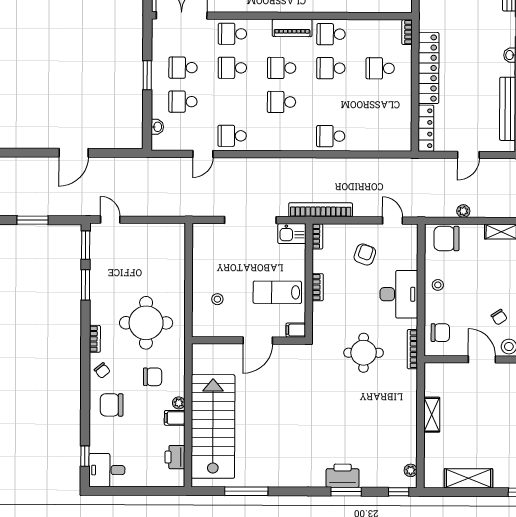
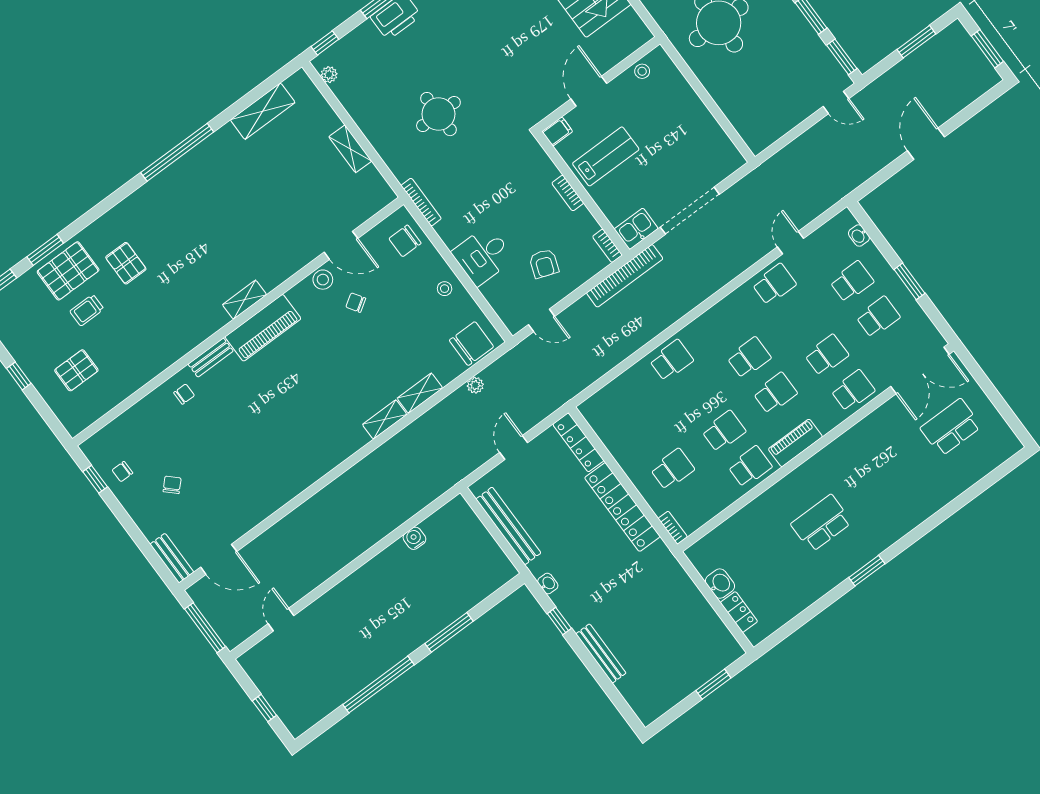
desk: (399, 294) -> (483, 255), width x0.73
stool: (217, 299) -> (642, 71), moved
round table: (364, 353) -> (438, 114), moved

